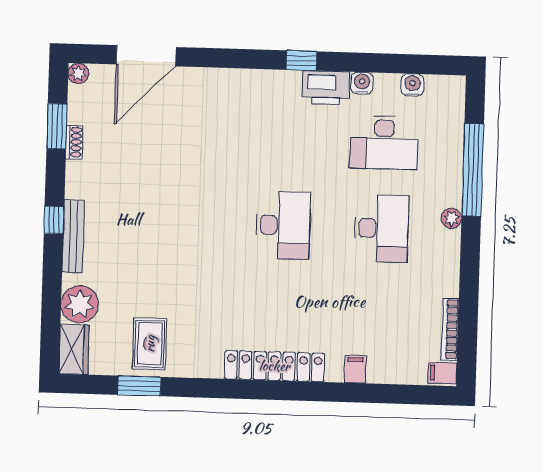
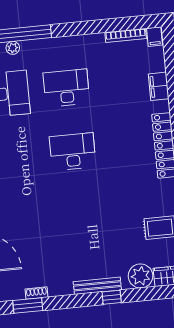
plant: (451, 218) -> (13, 48), moved
window: (54, 220) -> (112, 297), moved
filing cabinet: (355, 369) -> (159, 86), width x2.00

